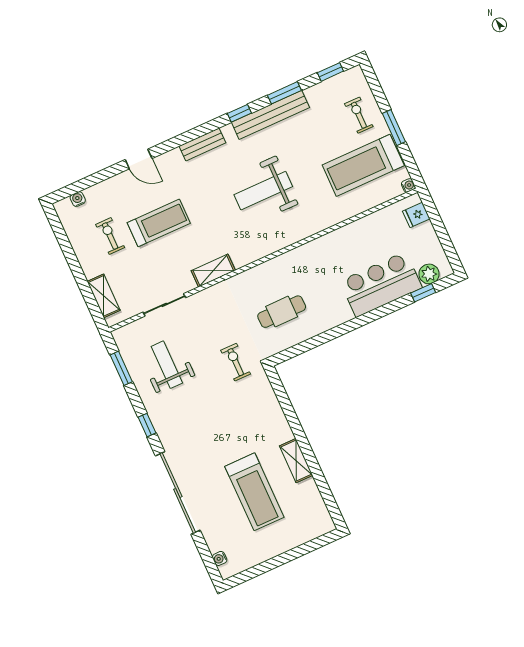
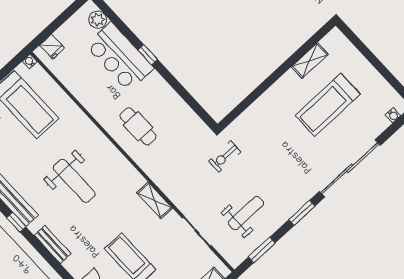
window: (423, 293) -> (148, 55), moved
cafe table: (282, 312) -> (138, 126), moved
weight bench: (167, 365) -> (246, 213), turned 180
window: (147, 425) -> (302, 213), width x1.50
shelving: (296, 461) -> (310, 61), moved
treadmill: (254, 492) -> (328, 105), turned 180

